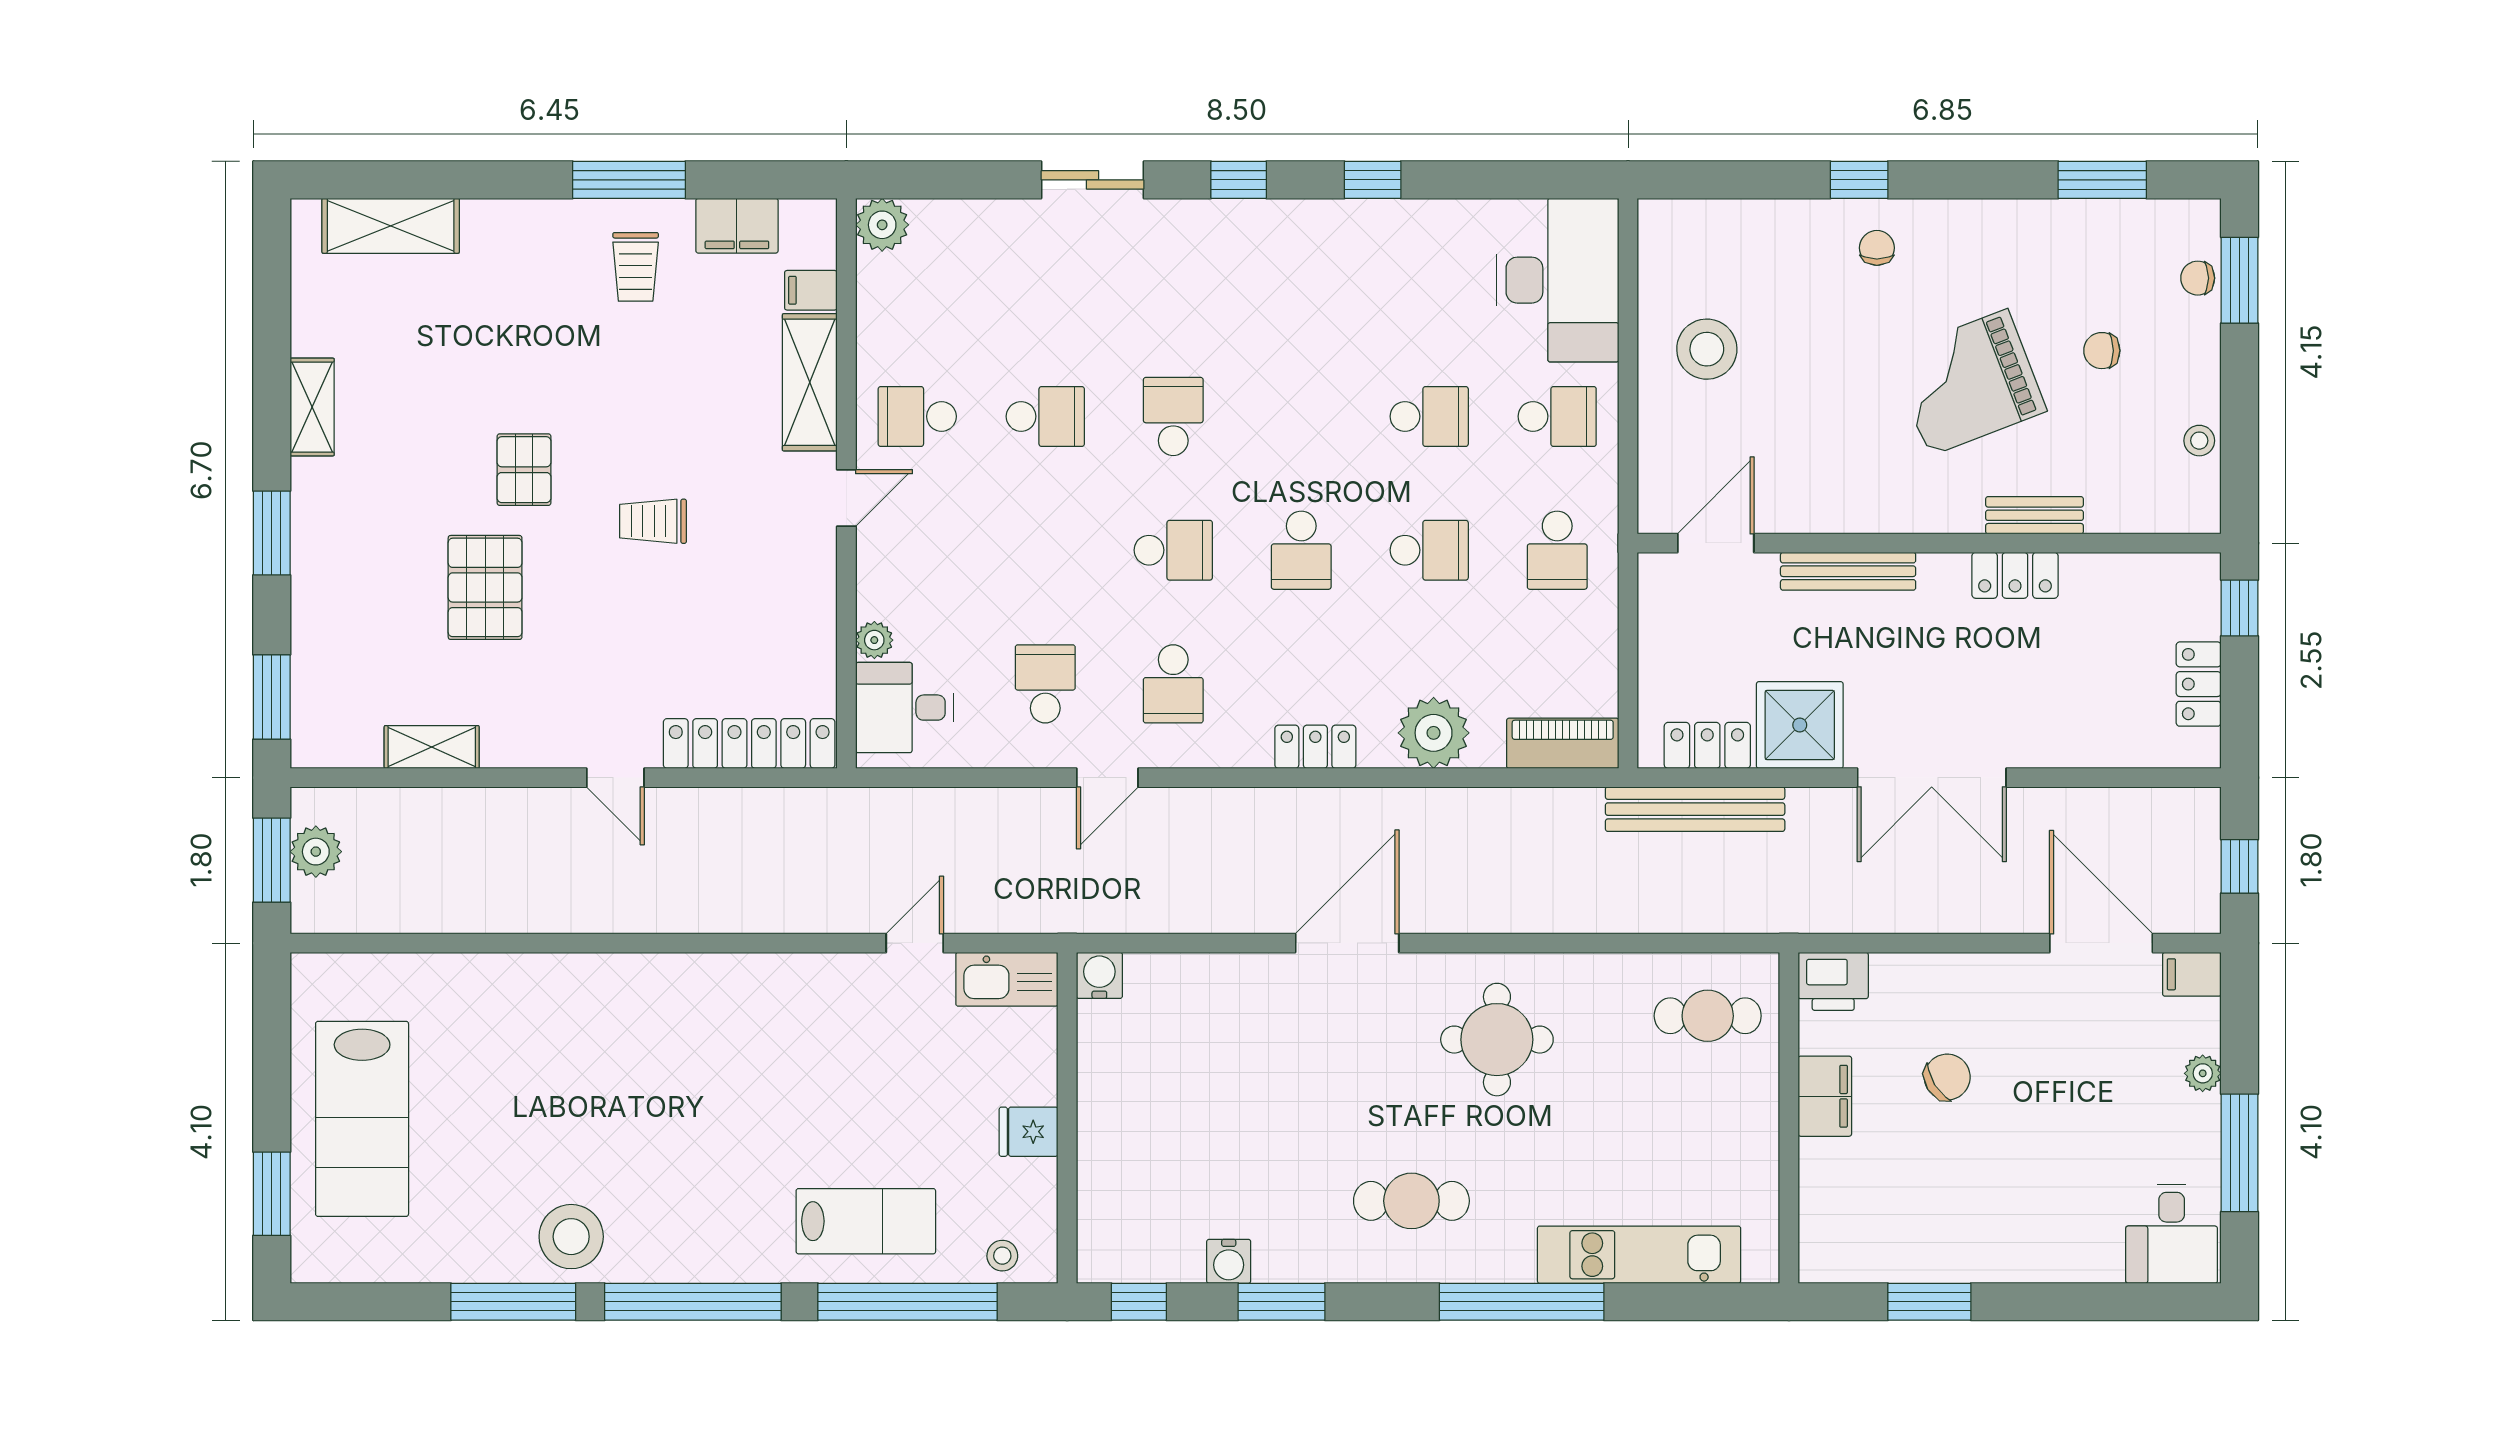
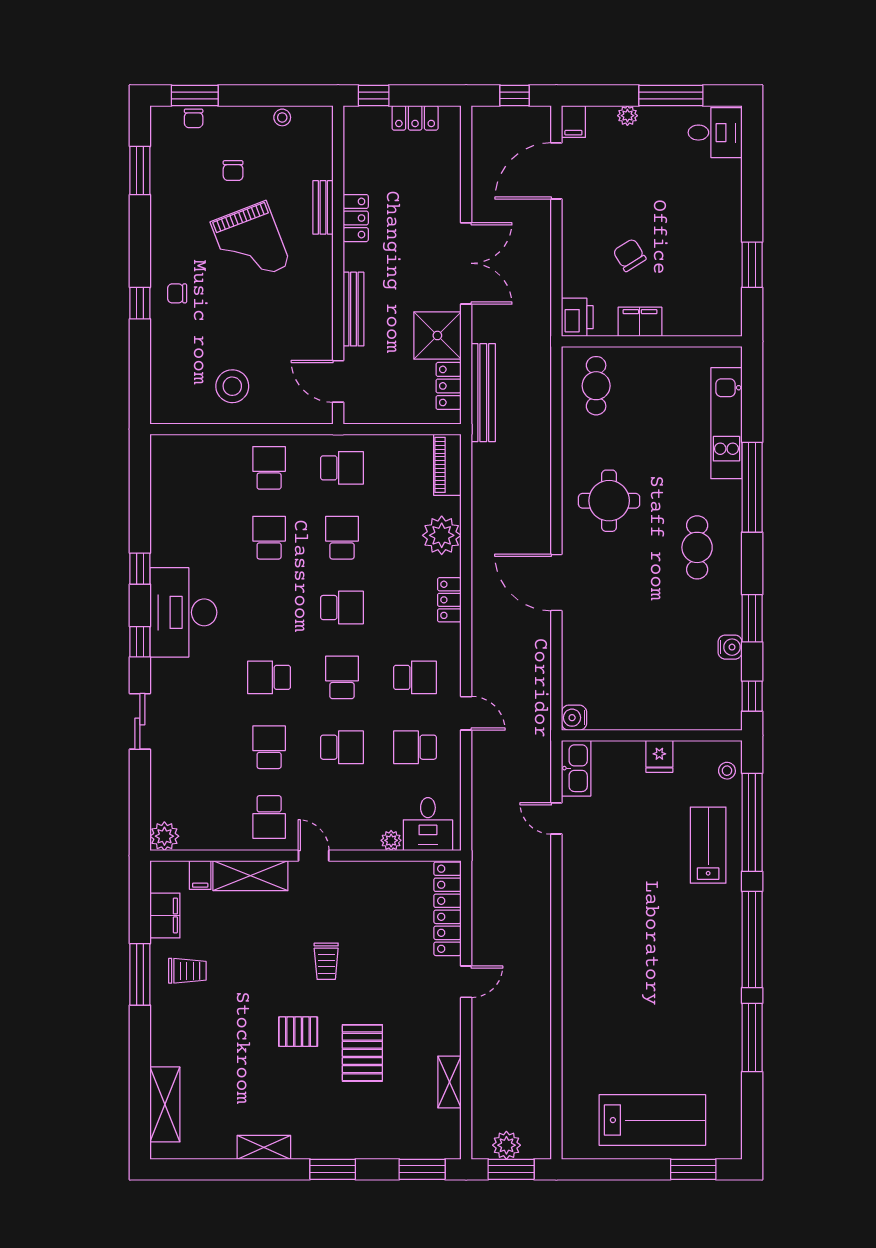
desk: (1558, 280) -> (183, 612), moved, turned -90
school desk: (1045, 550) -> (342, 747), added
pallet: (485, 587) -> (362, 1053), turned 90
stool: (571, 1237) -> (717, 1006), removed

